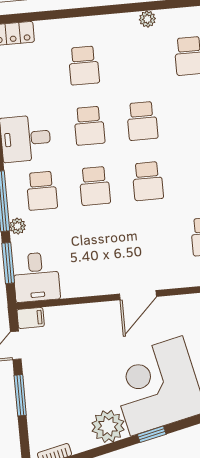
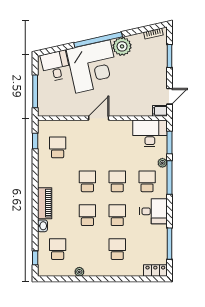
desk: (36, 277) -> (150, 133), width x1.37
window: (20, 395) -> (170, 56), moved
window: (152, 434) -> (98, 40), width x3.17

